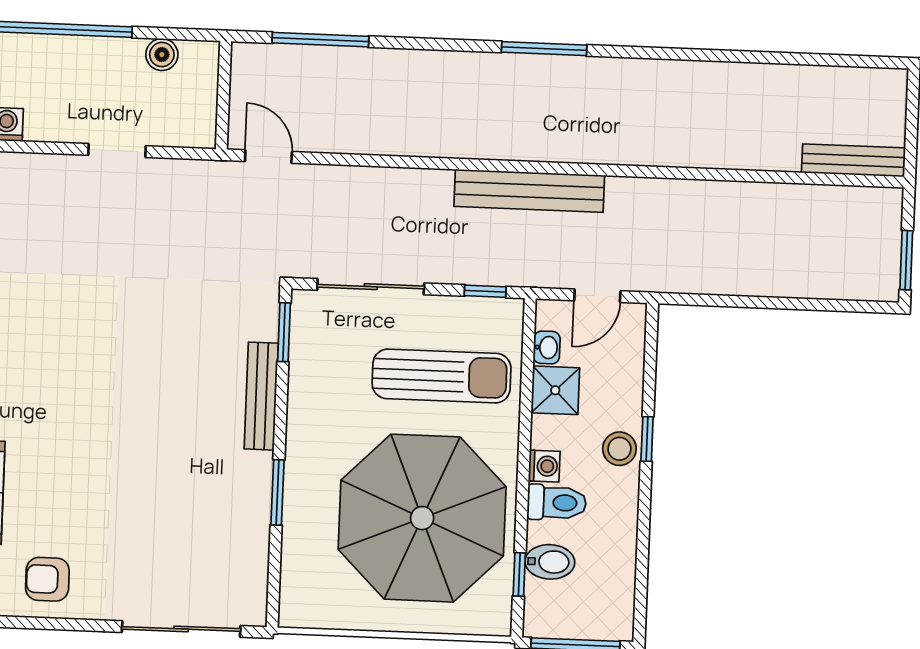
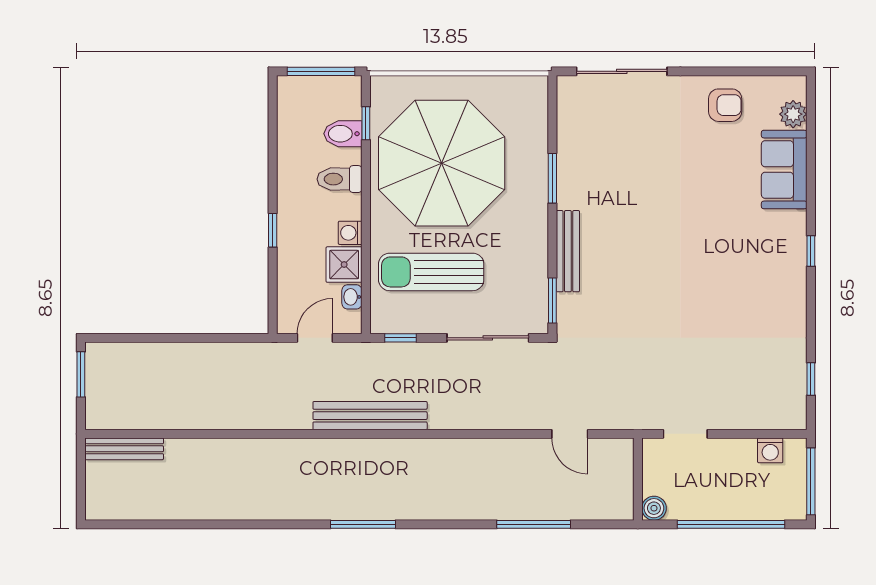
wall: (223, 95) -> (638, 479), moved
stool: (619, 449) -> (293, 222), removed
washing machine: (544, 466) -> (350, 233), moved

